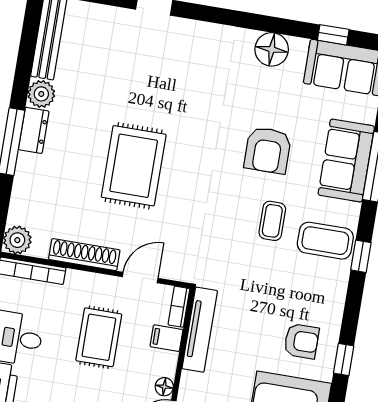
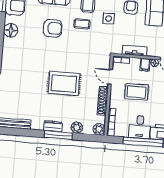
plant: (41, 94) -> (77, 128), moved
side table: (280, 286) -> (109, 18), added
tv unit: (200, 330) -> (135, 51), width x0.71
filing cabinet: (167, 338) -> (145, 65), moved

